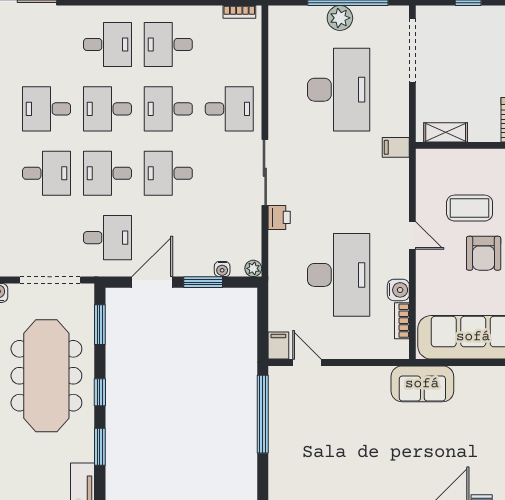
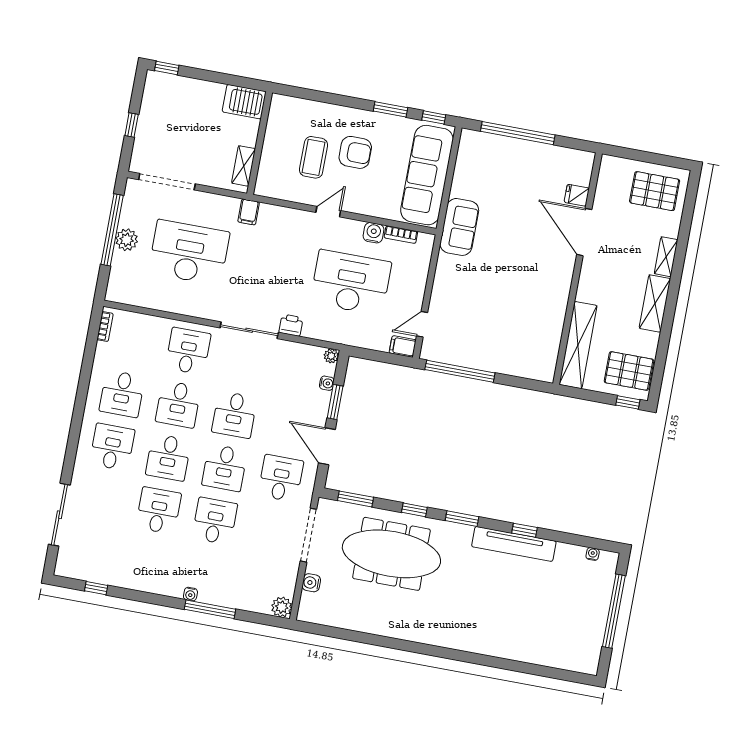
desk: (47, 109) -> (158, 511), turned 180

